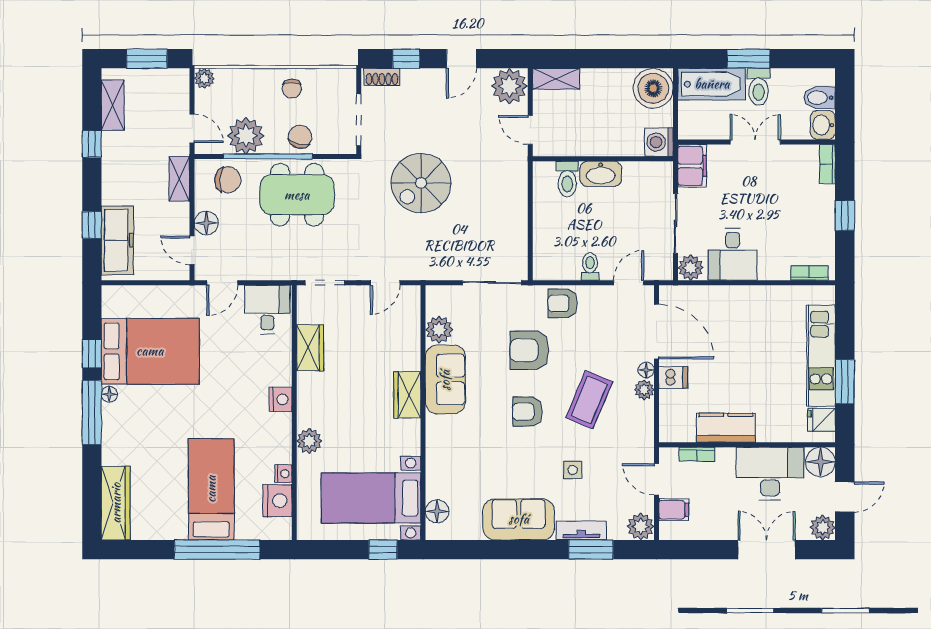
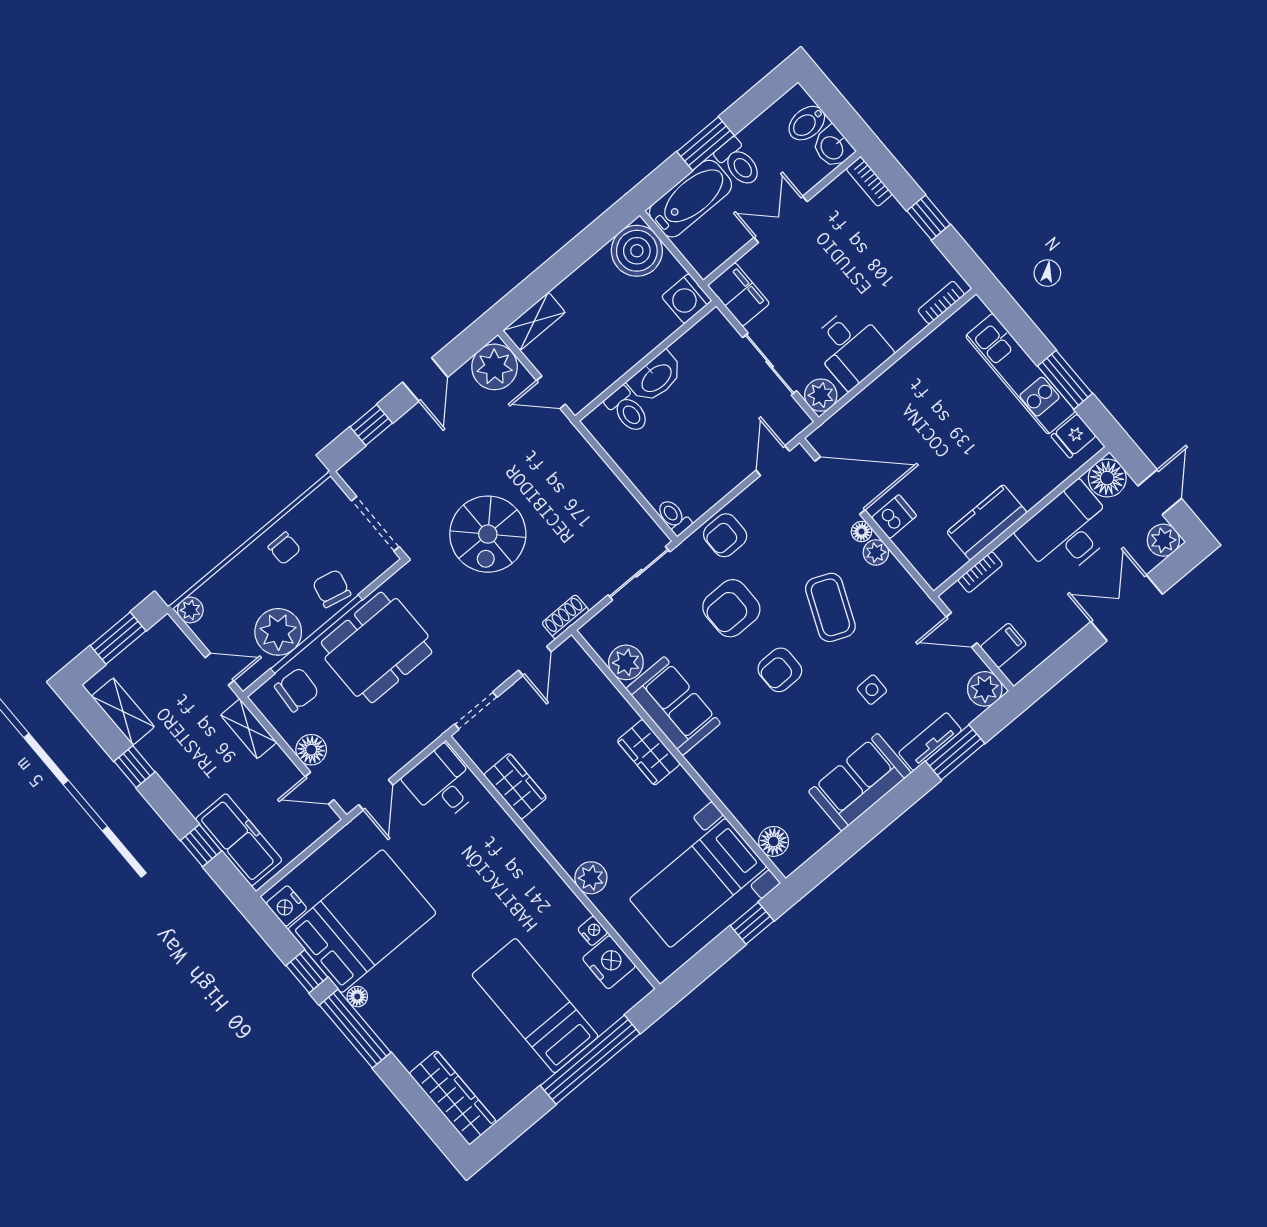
shoe rack: (382, 77) -> (565, 617), moved, turned 180
toilet: (590, 266) -> (674, 517), moved
nightstand: (281, 399) -> (287, 906), moved, turned 180

